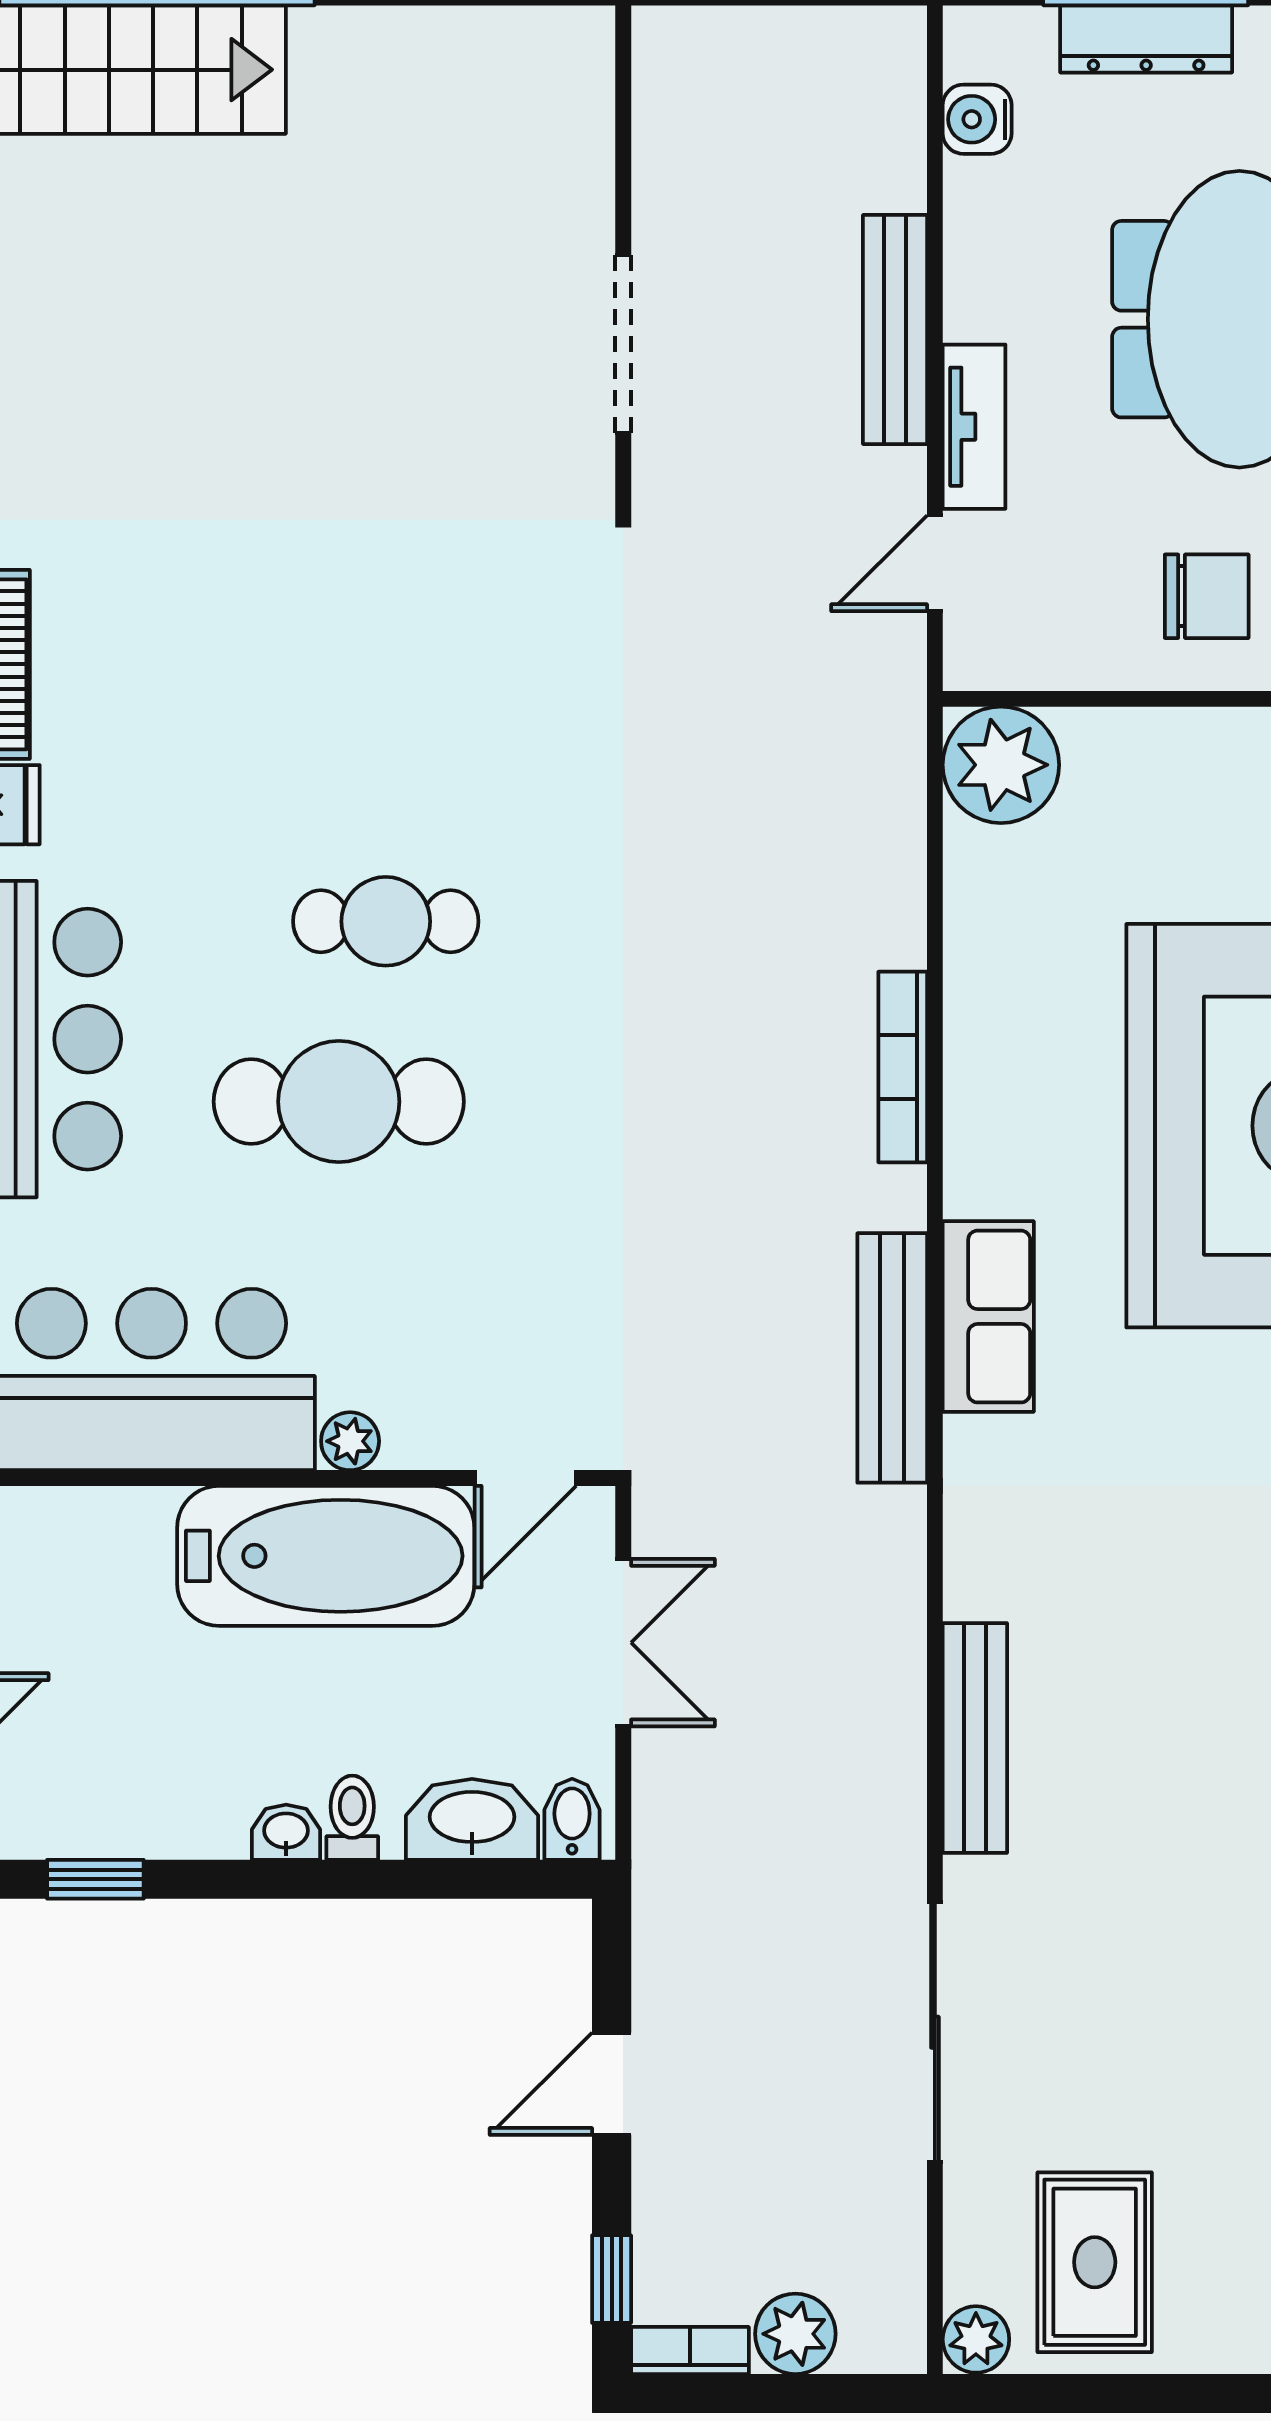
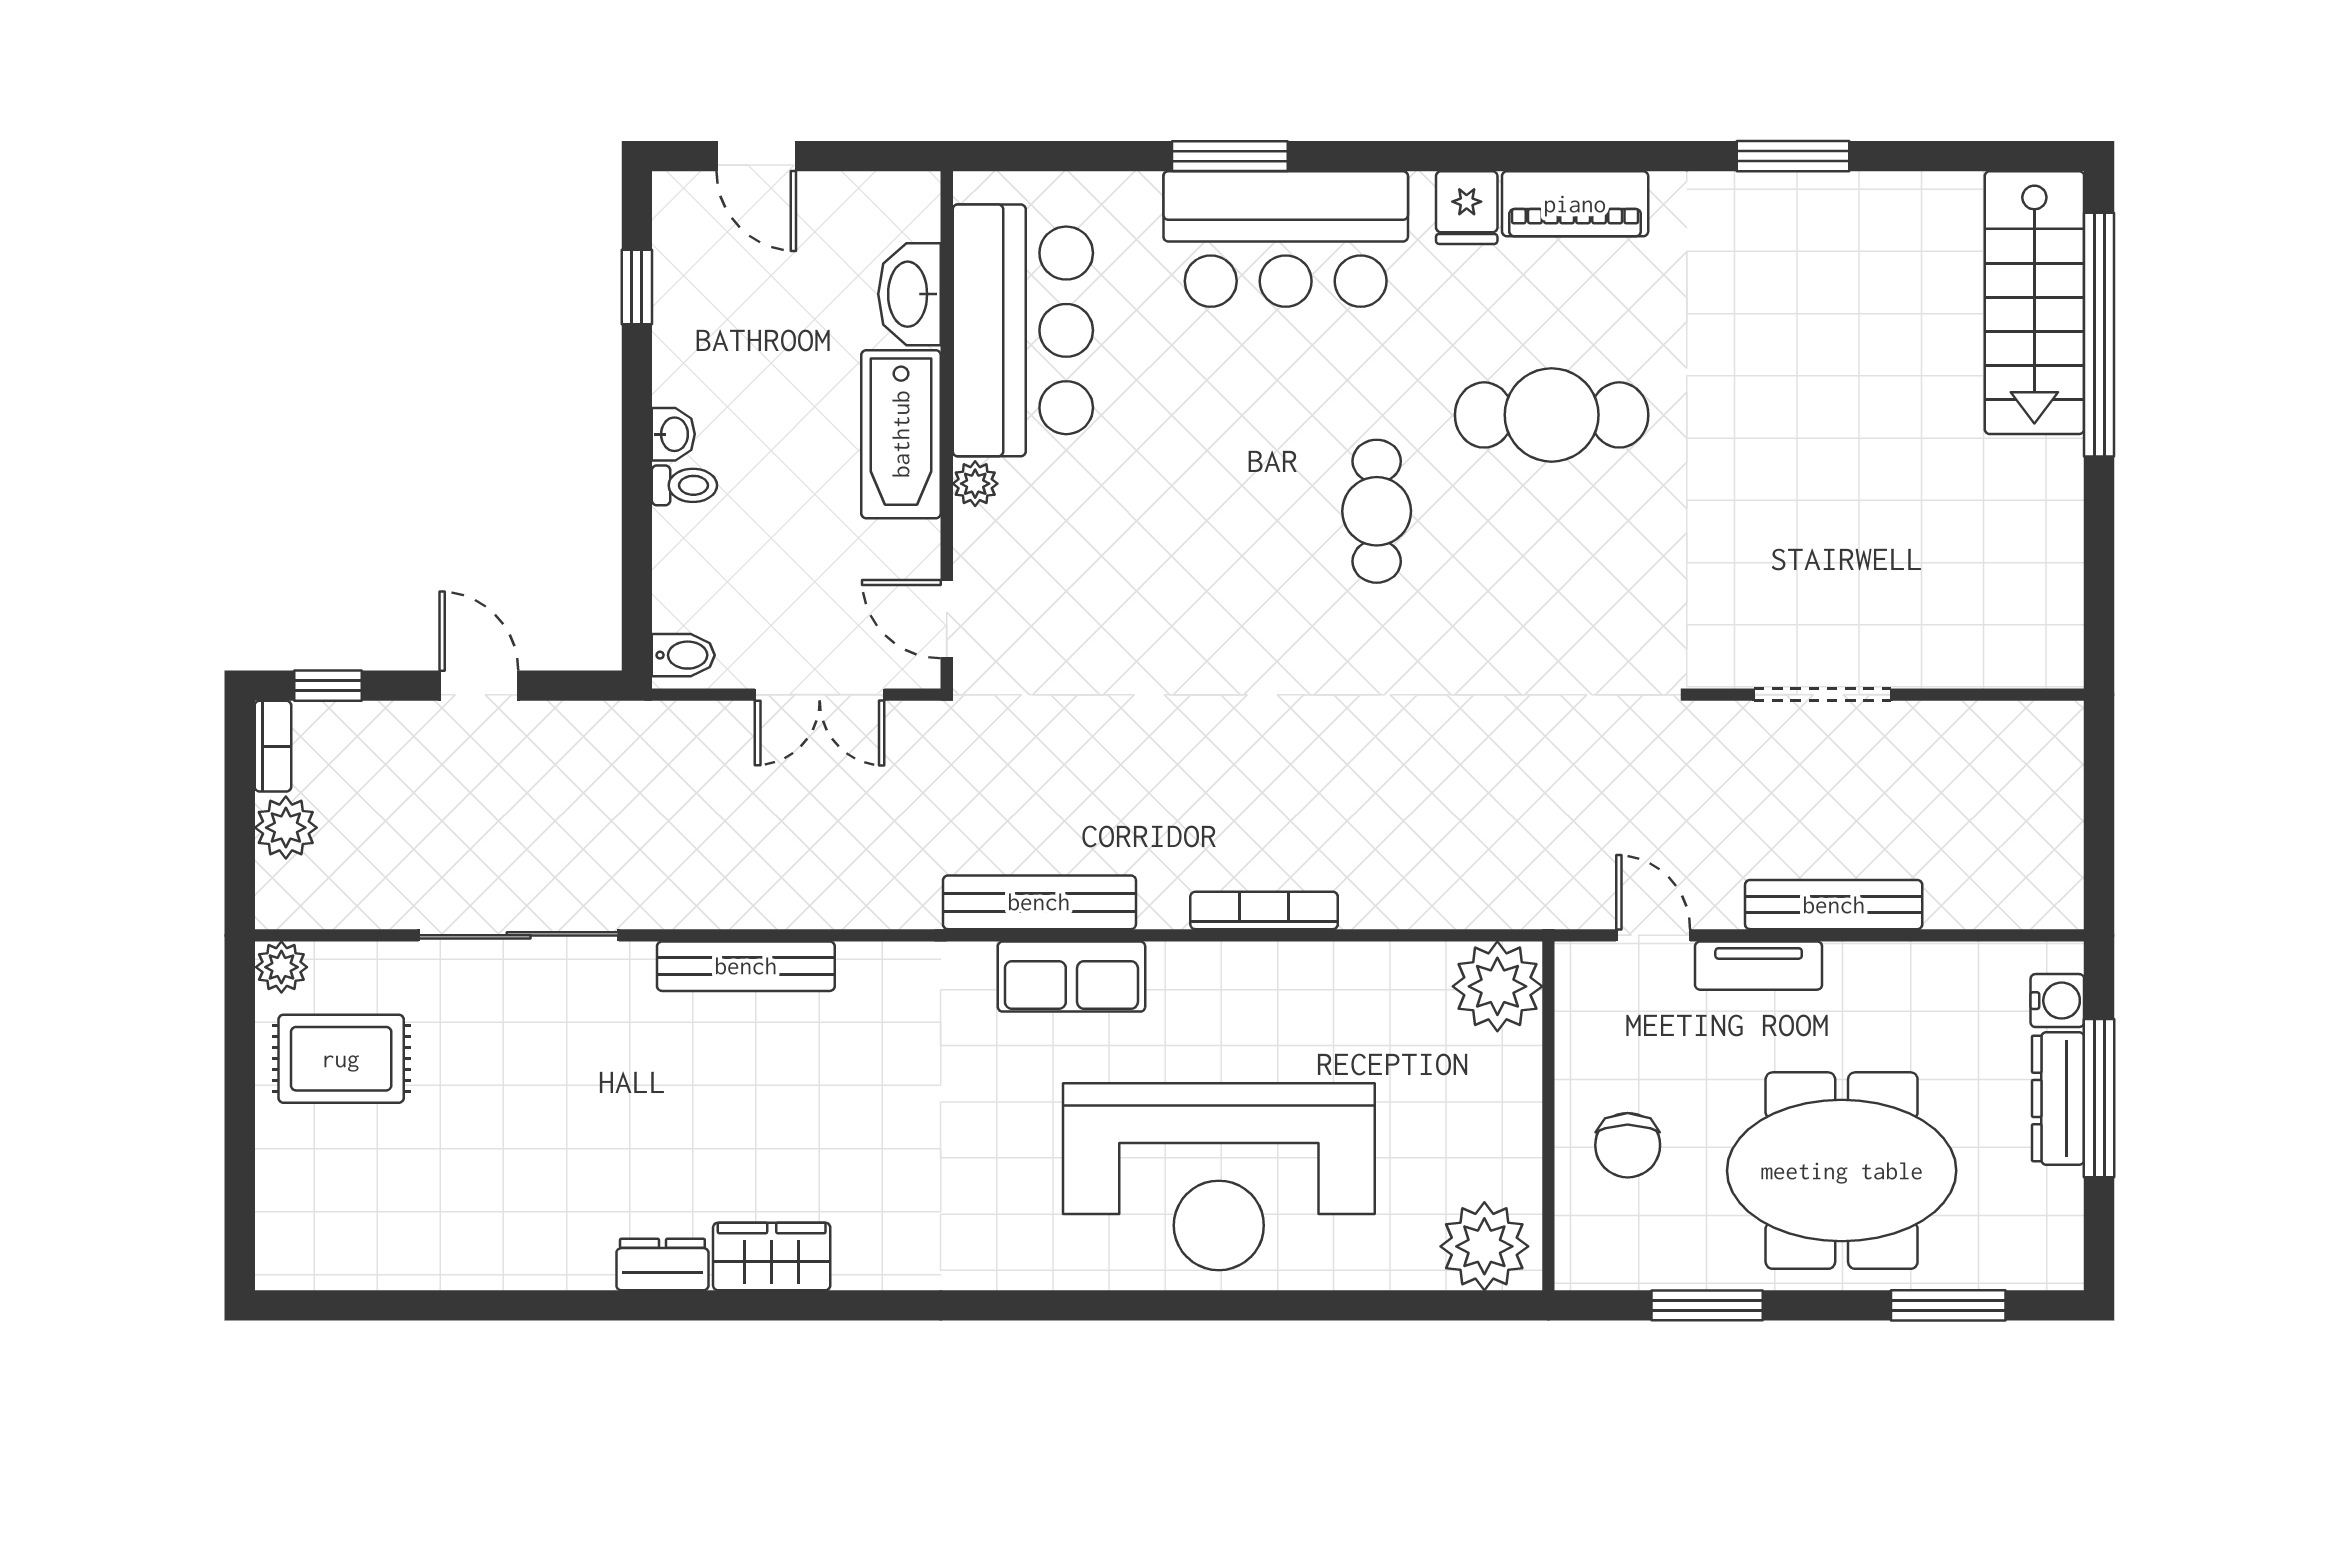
water cooler: (977, 119) -> (2057, 1001), moved, turned 90
cafe table: (339, 1102) -> (1552, 415), moved, turned 90
bathtub: (326, 1556) -> (901, 434), width x0.73, depth x0.73
washbasin: (472, 1819) -> (909, 294), moved, turned 180

